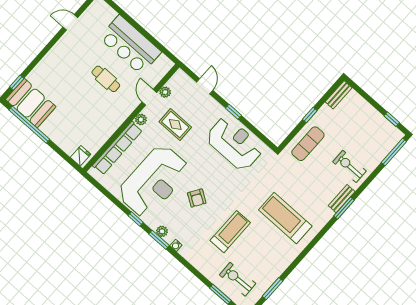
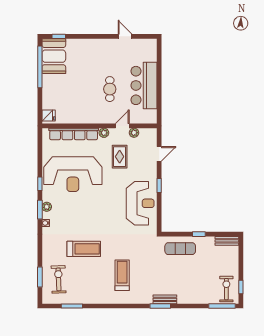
exercise bike: (350, 166) -> (226, 289), moved
armchair: (197, 198) -> (86, 210), removed
treadmill: (285, 218) -> (122, 275), width x0.73, depth x0.73

